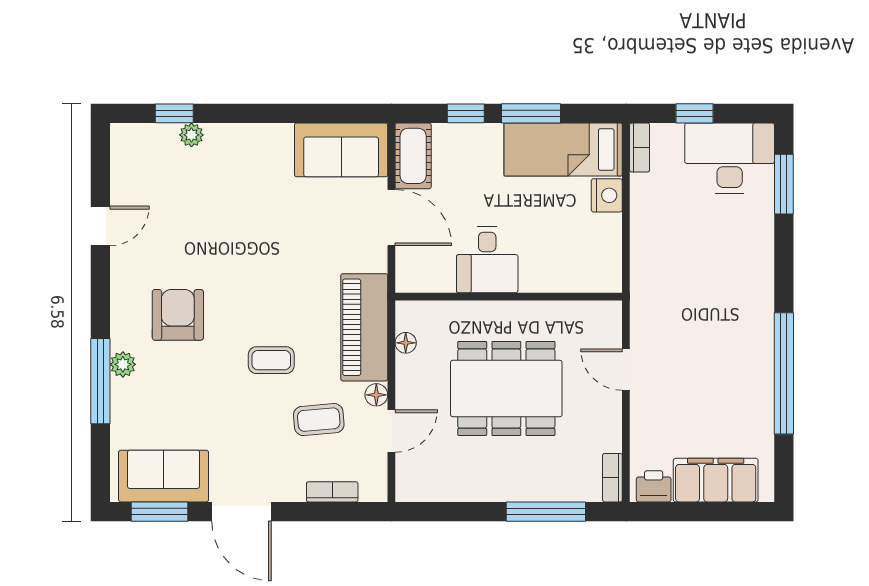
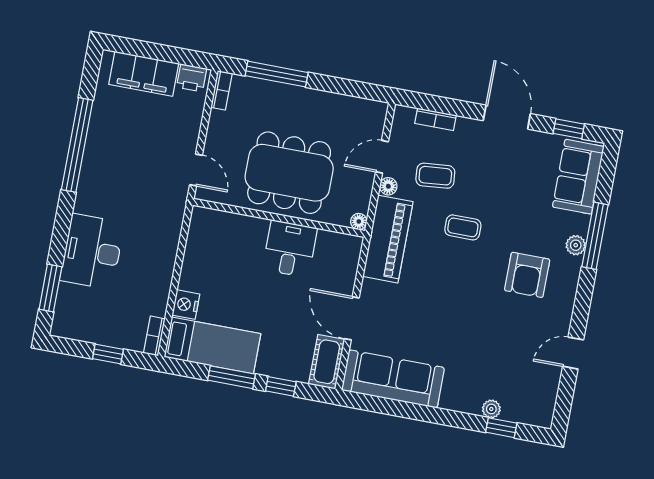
sofa: (341, 150) -> (393, 379), width x1.36
desk: (730, 158) -> (92, 252), moved, turned 90
desk: (487, 260) -> (290, 249), moved
wall: (509, 297) -> (279, 218), moved
sofa: (164, 476) -> (578, 177), moved, turned 90
window: (160, 512) -> (569, 129), width x0.67

